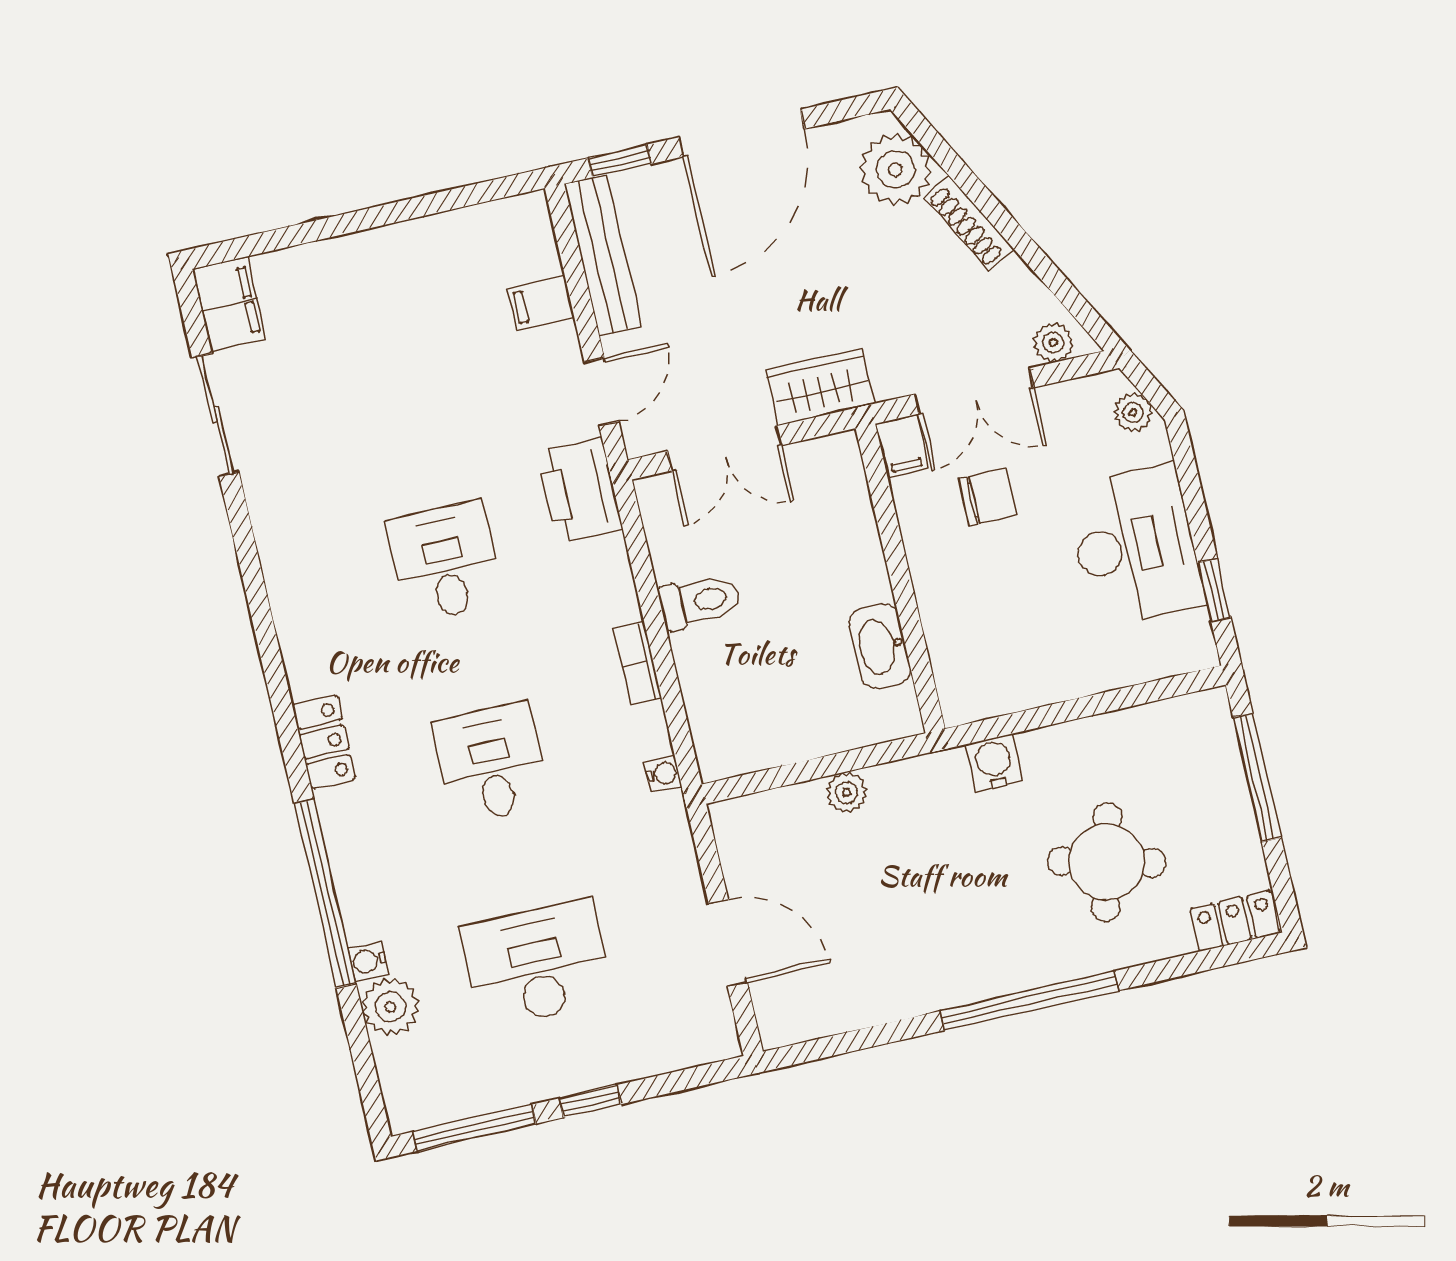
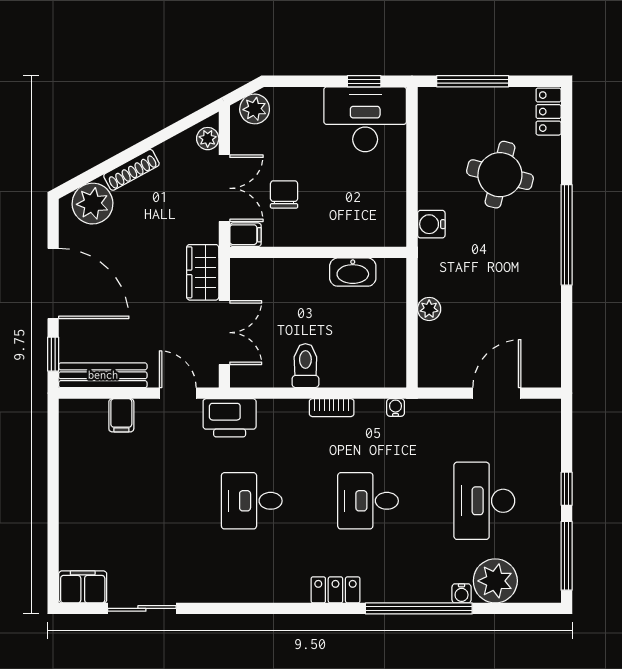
plant: (1133, 413) -> (255, 109), width x1.38, depth x1.38
desk: (1135, 546) -> (365, 119), moved
plant: (390, 1007) -> (495, 581), width x1.36, depth x1.36

